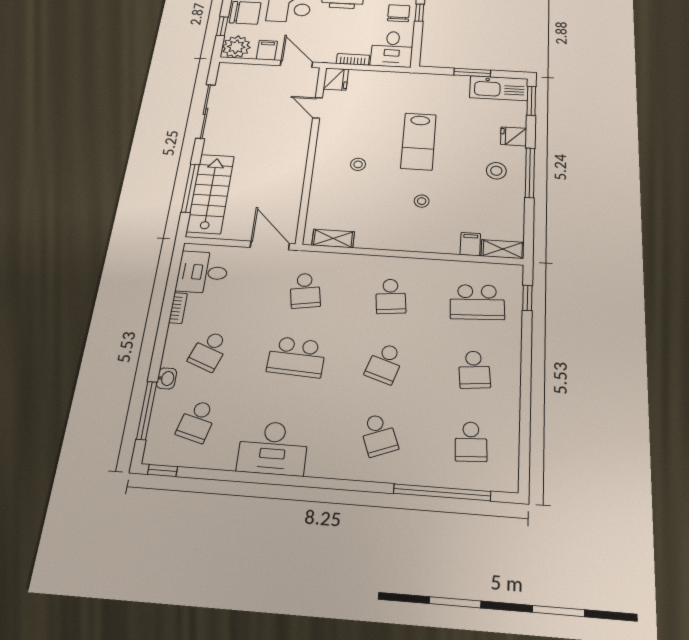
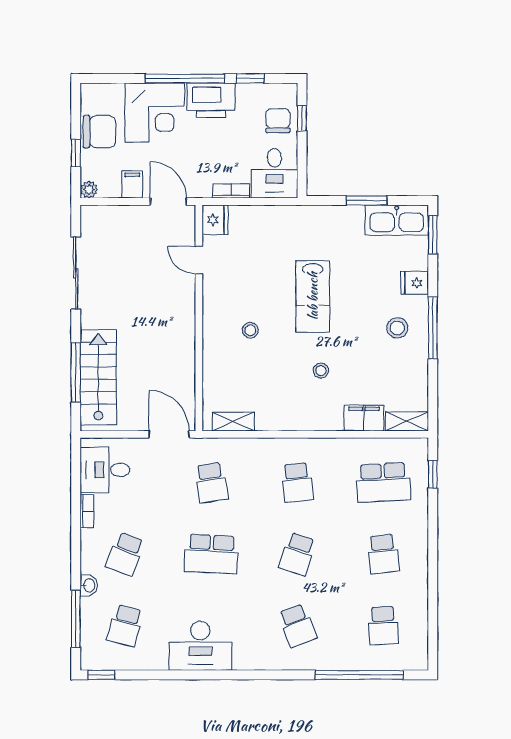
plant: (236, 47) -> (89, 190), width x0.53, depth x0.53
filing cabinet: (470, 244) -> (364, 418), width x2.00

